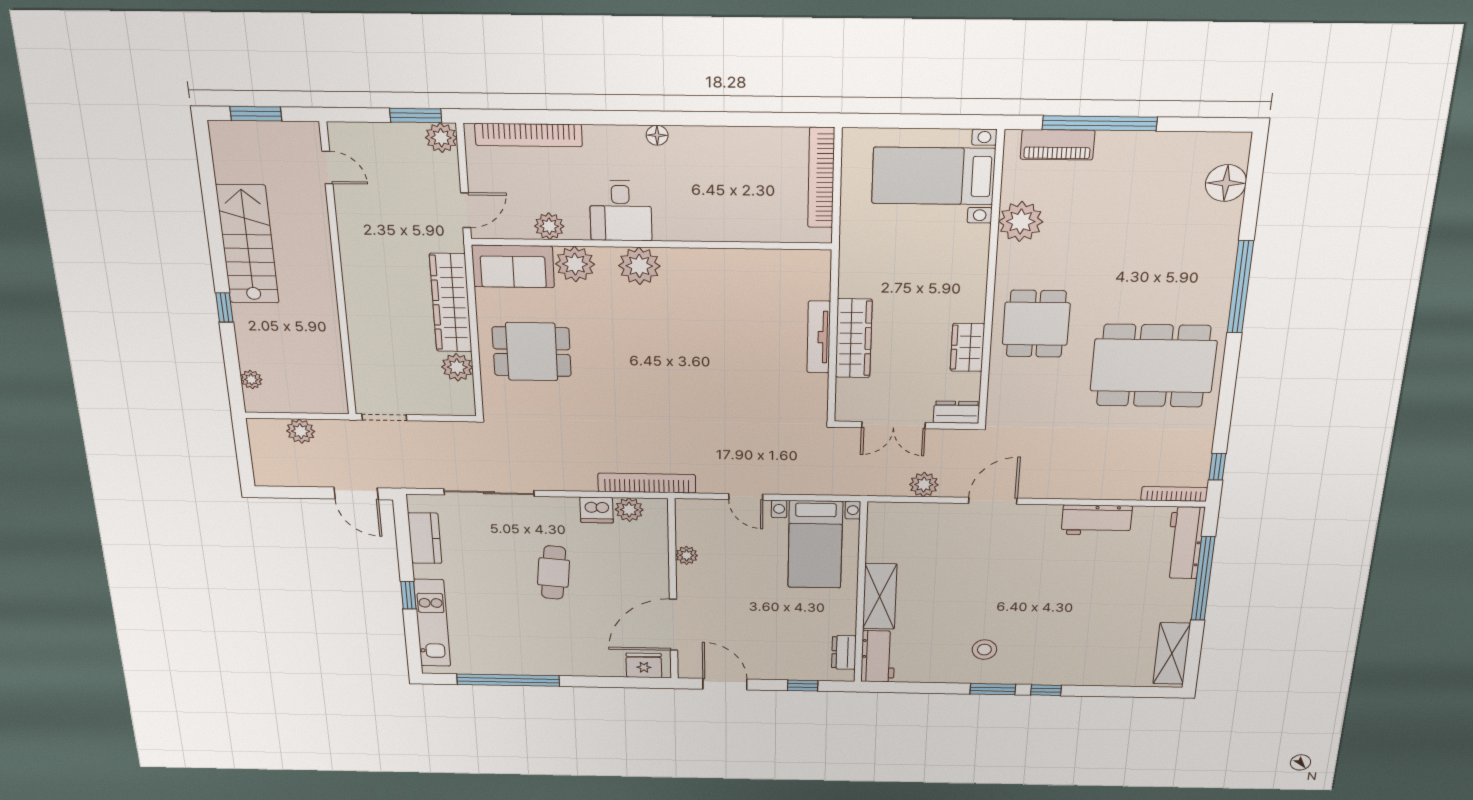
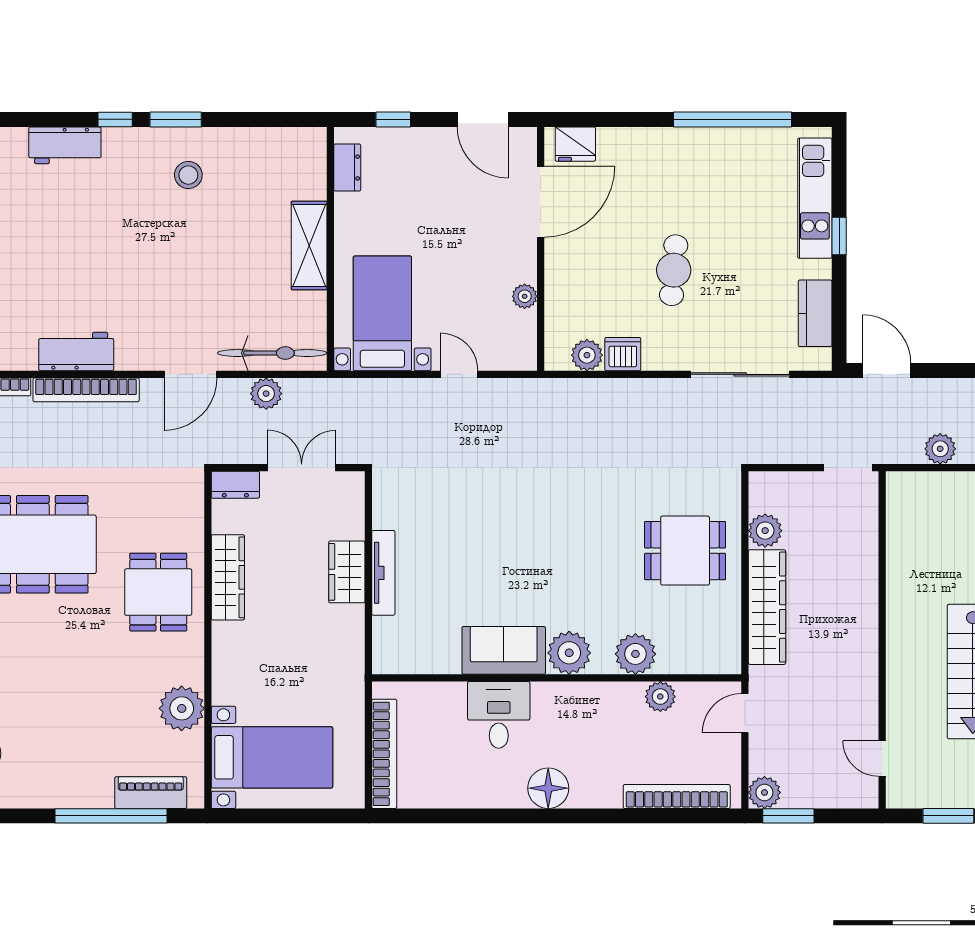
floor lamp: (657, 135) -> (548, 788), width x1.89, depth x1.89
desk: (621, 211) -> (499, 715), moved
sofa: (513, 266) -> (504, 650), moved
wardrobe: (854, 338) -> (347, 572), width x0.67
wardrobe: (967, 347) -> (228, 577), width x1.50
bookcase: (647, 483) -> (86, 390), moved
bicycle: (917, 516) -> (272, 353), added
workbench: (878, 656) -> (65, 145), moved, turned -90

